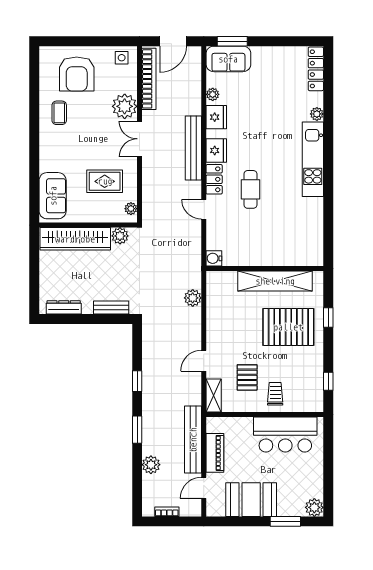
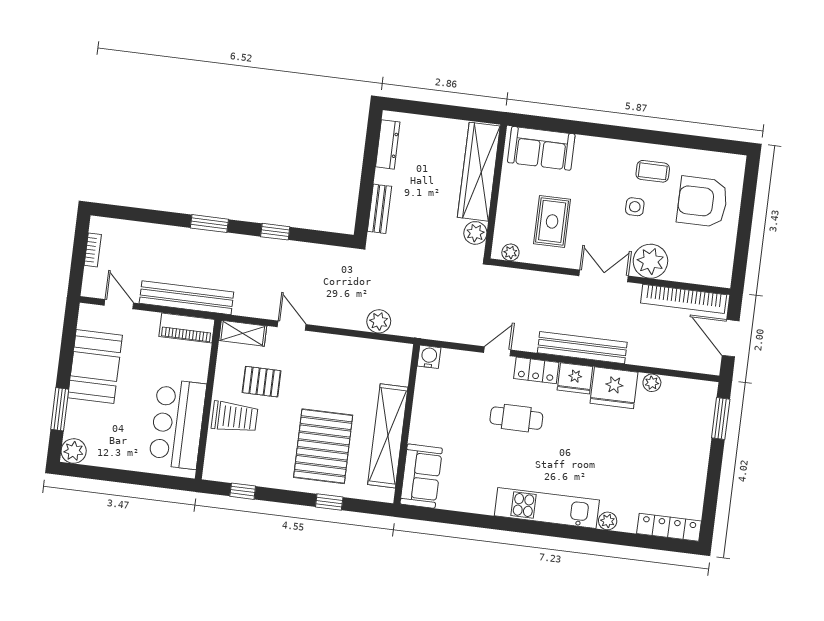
side table: (122, 58) -> (635, 207), moved
sofa: (228, 59) -> (421, 476), moved, turned 180
fridge: (216, 117) -> (614, 388), width x1.36, depth x1.34
trolley: (275, 394) -> (235, 417), width x1.36, depth x1.39
piano: (215, 453) -> (187, 328), moved
plant: (151, 465) -> (159, 236), removed

